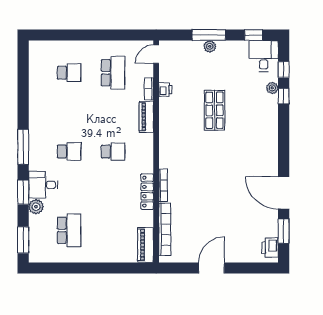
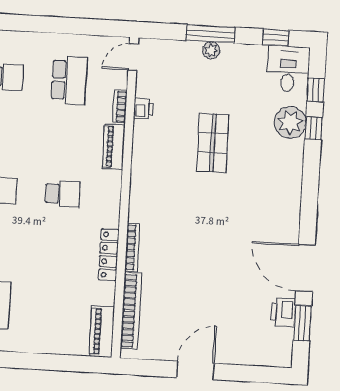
plant: (272, 88) -> (290, 123), width x1.87, depth x1.87
printer: (270, 247) -> (283, 312), moved

